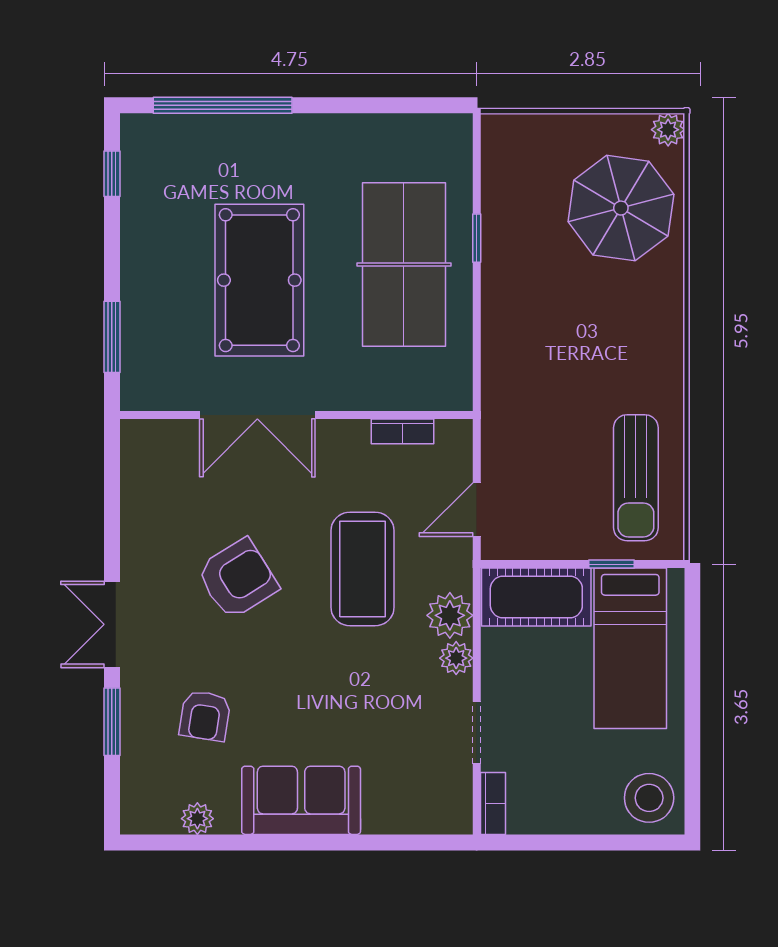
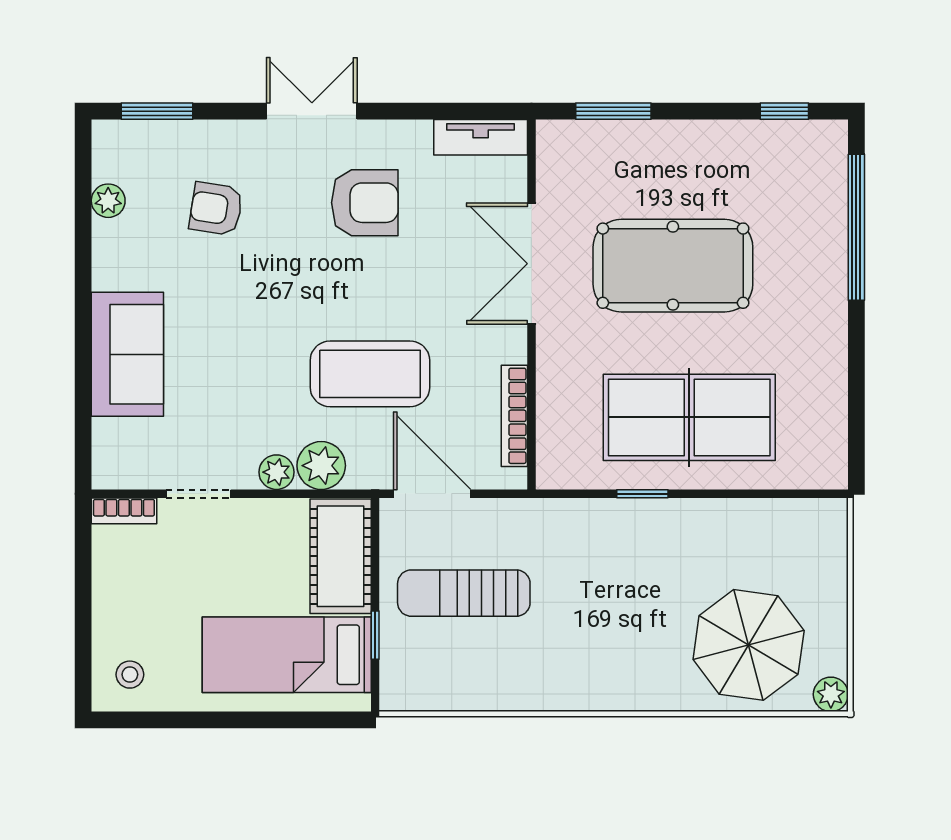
window: (477, 238) -> (642, 494), moved
bookcase: (402, 431) -> (514, 416), width x1.56
tv unit: (137, 463) -> (481, 137), added
sun lounger: (636, 478) -> (464, 593), moved
door: (477, 510) -> (432, 494), width x1.38
armchair: (237, 579) -> (365, 203), moved, turned -58
window: (112, 722) -> (157, 111), moved
stool: (649, 798) -> (130, 675), width x0.53, depth x0.53
sofa: (301, 800) -> (127, 354), moved

